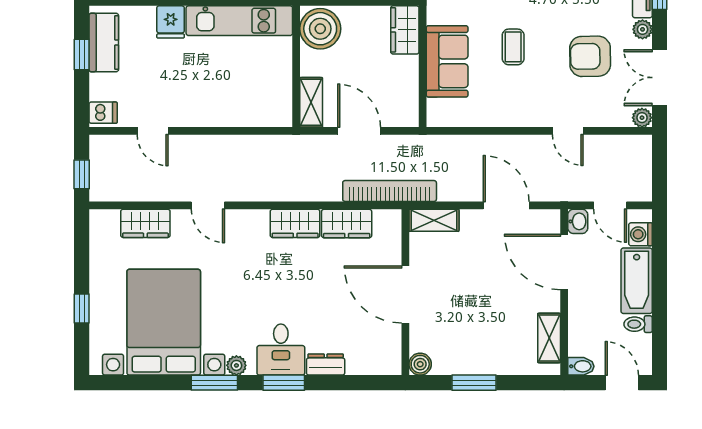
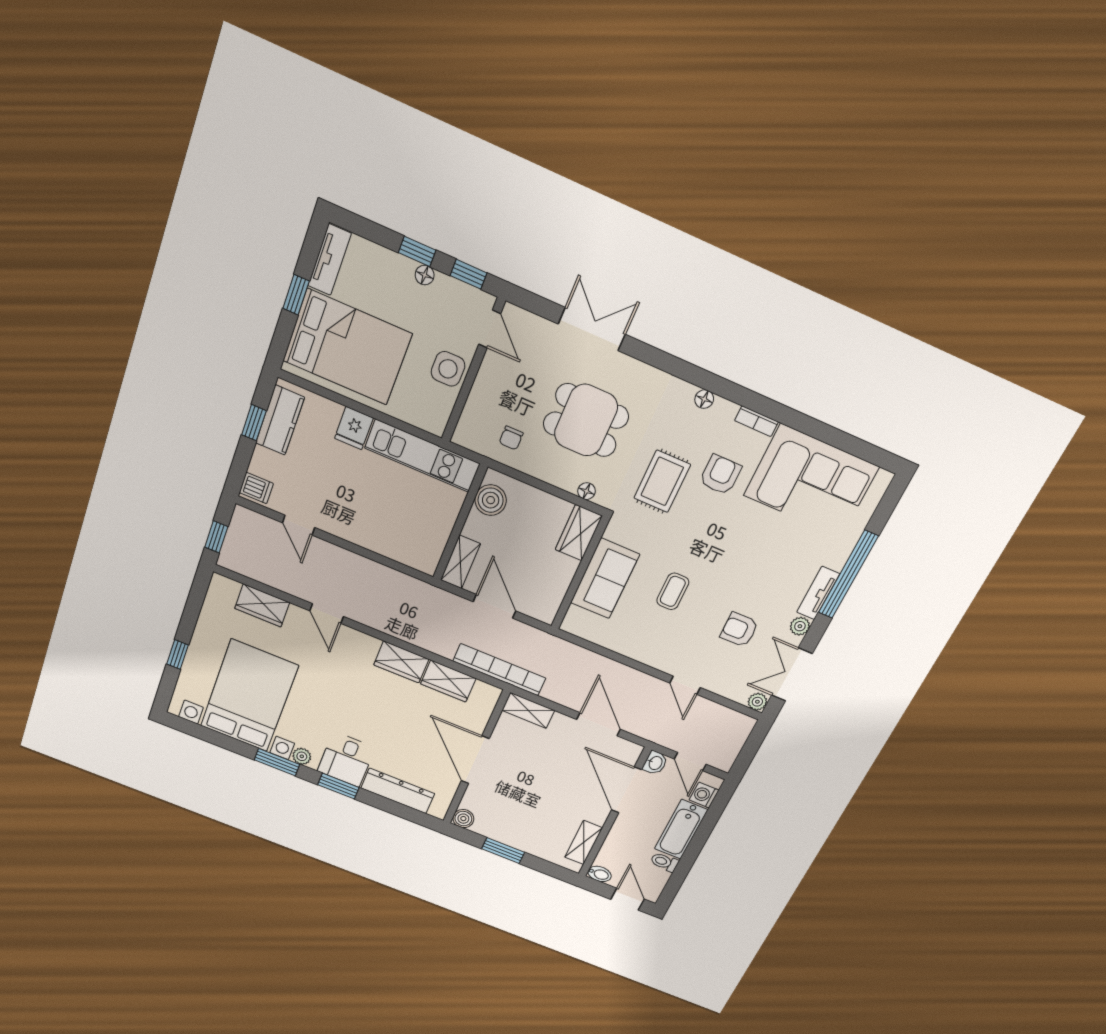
boiler: (320, 29) -> (491, 500), width x0.73, depth x0.73
armchair: (590, 56) -> (739, 630), width x0.72, depth x0.72
dresser: (326, 365) -> (398, 791), width x1.96, depth x1.24

